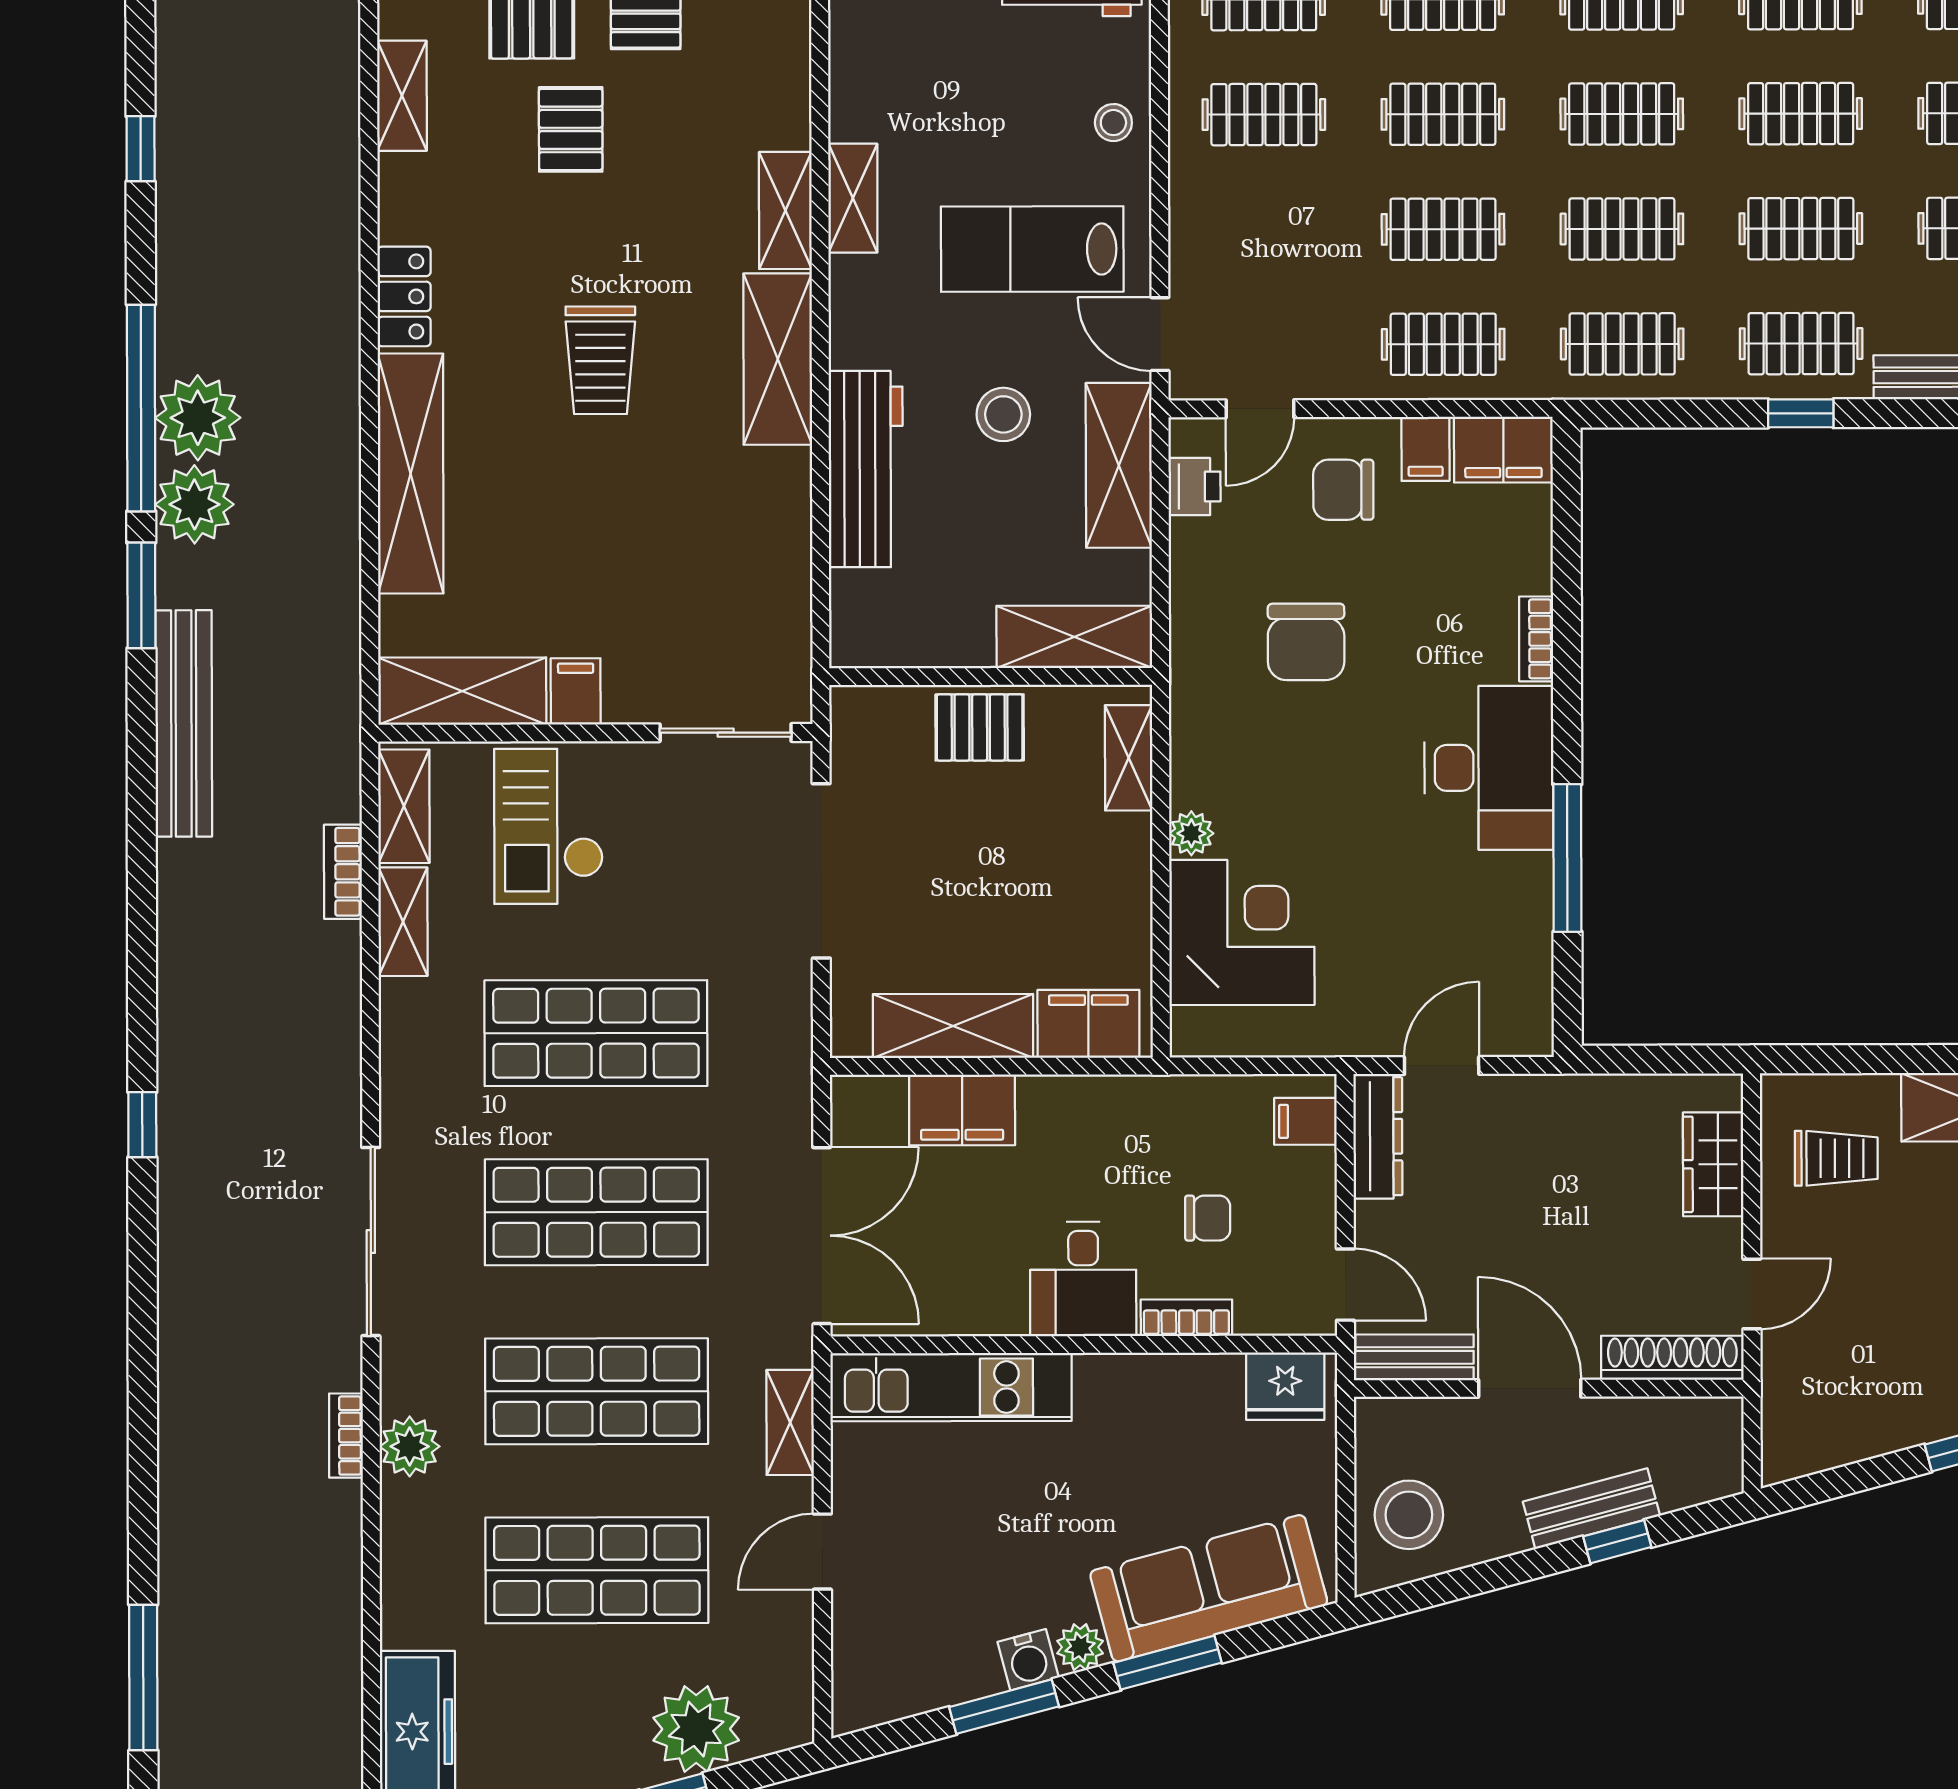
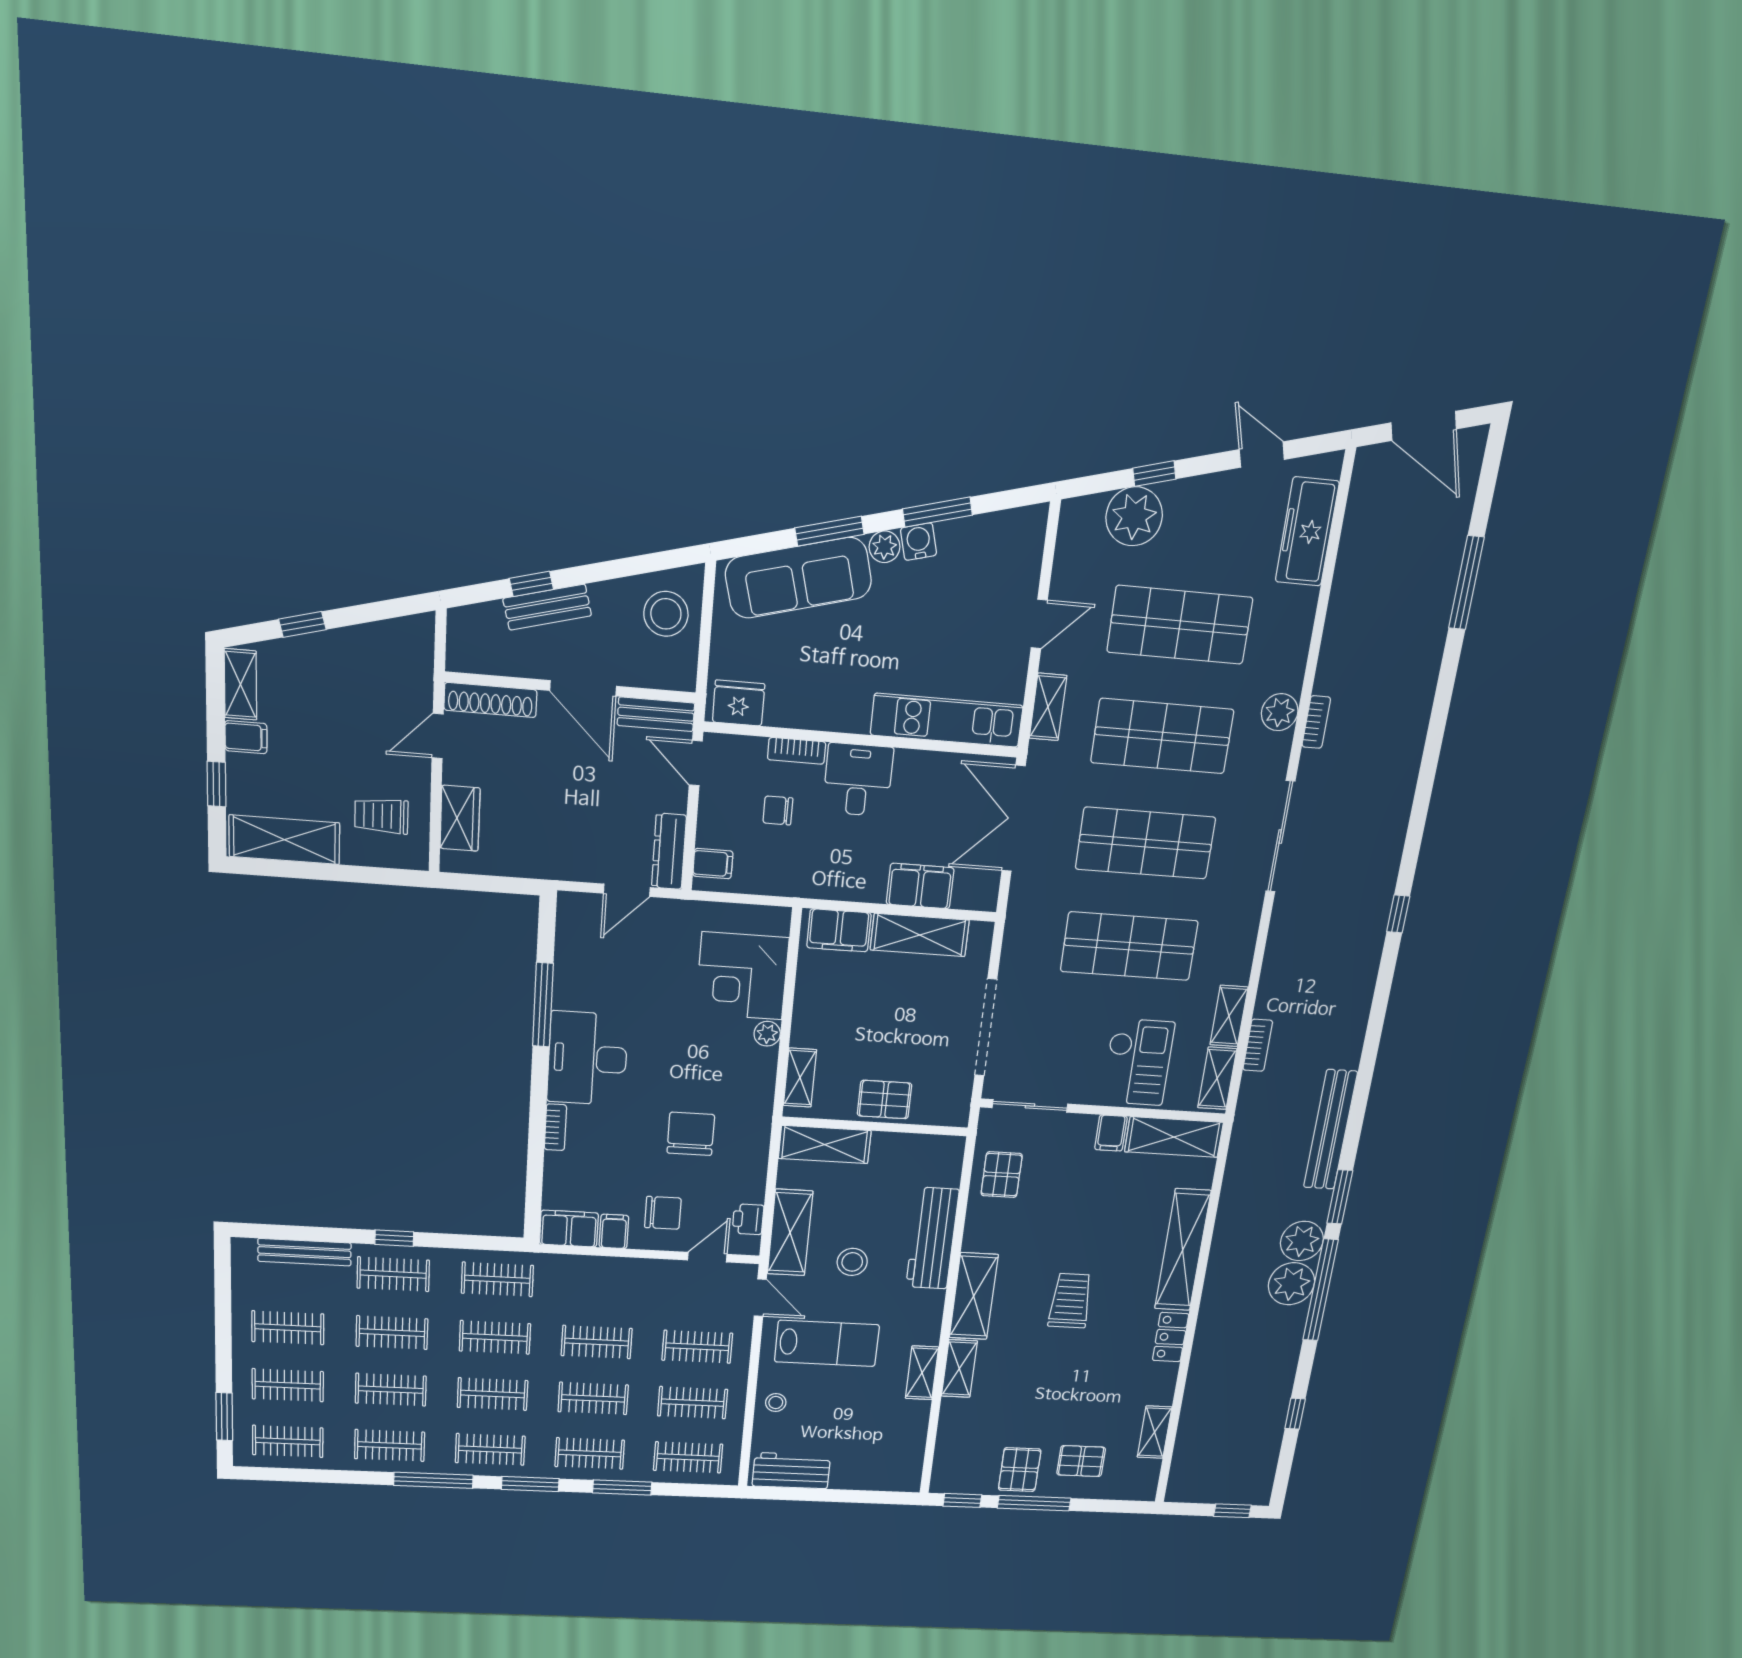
pallet: (571, 129) -> (1002, 1175), moved
clothes rail: (1443, 344) -> (697, 1347), moved

